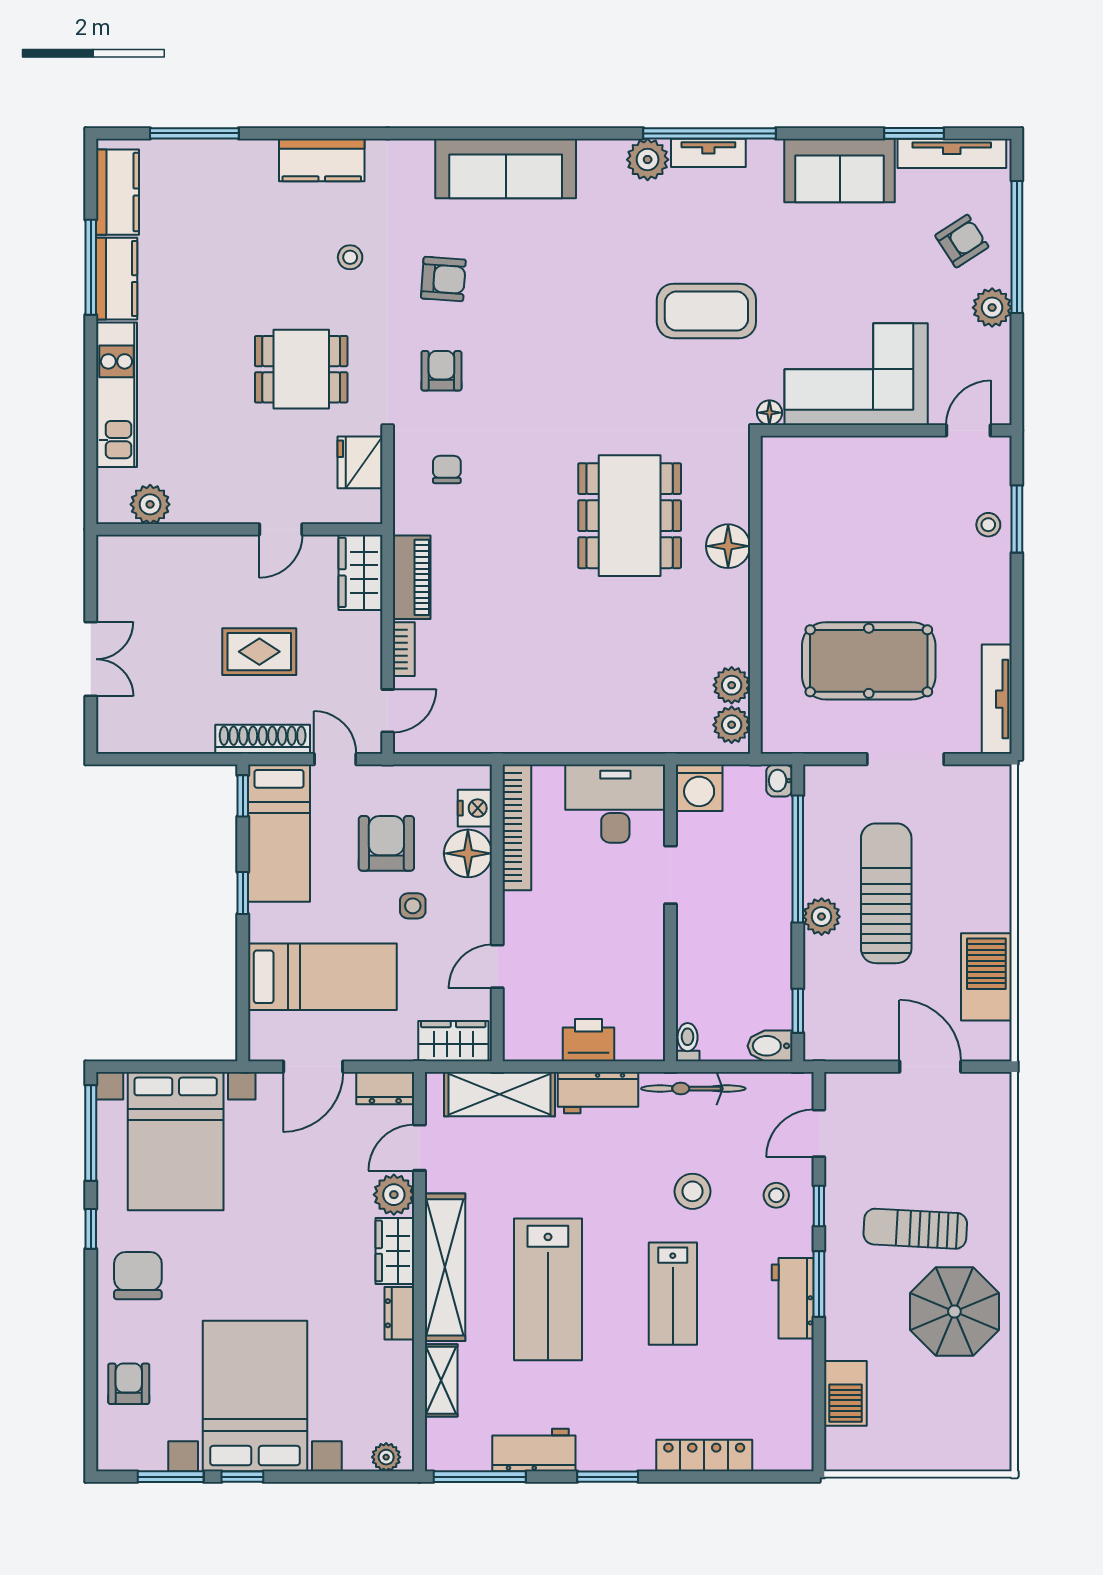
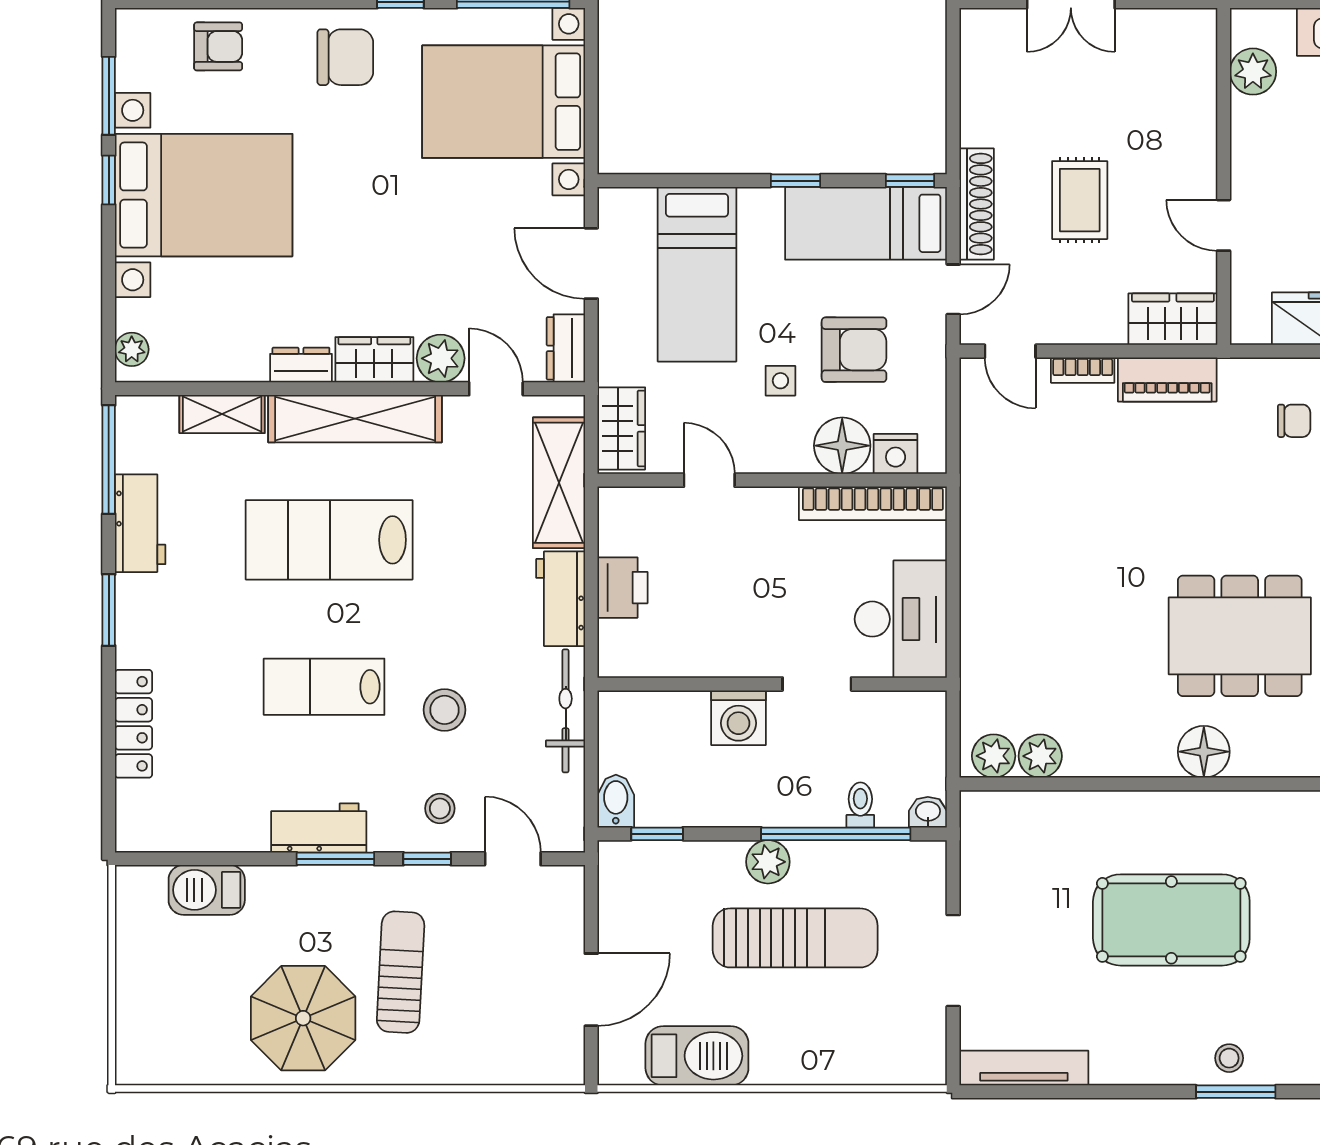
pool table: (869, 661) -> (1171, 920), moved, turned 90
washing machine: (699, 788) -> (738, 718), moved, turned -90
toilet: (688, 1042) -> (860, 805), moved, turned -90

